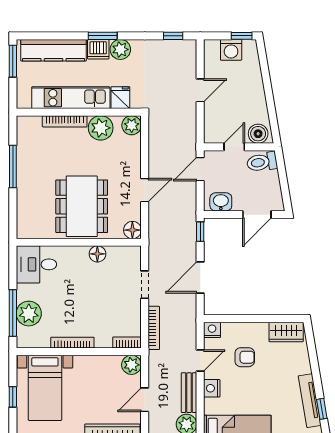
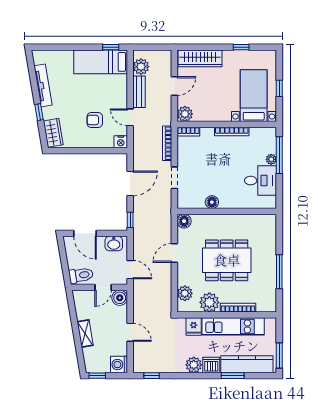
window: (103, 36) -> (233, 376), moved
washing machine: (231, 50) -> (119, 365), moved, turned -90
shelving: (257, 89) -> (85, 333), added
door: (200, 90) -> (130, 332), swing flipped
plant: (132, 125) -> (185, 293), moved
boiler: (258, 134) -> (120, 298), moved
door: (200, 169) -> (130, 270), hinge flipped
dining table: (82, 206) -> (227, 260), moved, turned 90
door: (257, 215) -> (85, 233), swing flipped
desk: (36, 264) -> (260, 181), moved
plant: (29, 314) -> (271, 159), width x0.53, depth x0.53
wardrobe: (286, 332) -> (53, 133), moved, turned 80
door: (200, 361) -> (130, 117), hinge flipped
nightstand: (212, 388) -> (121, 95), removed
window: (322, 409) -> (39, 112), moved

